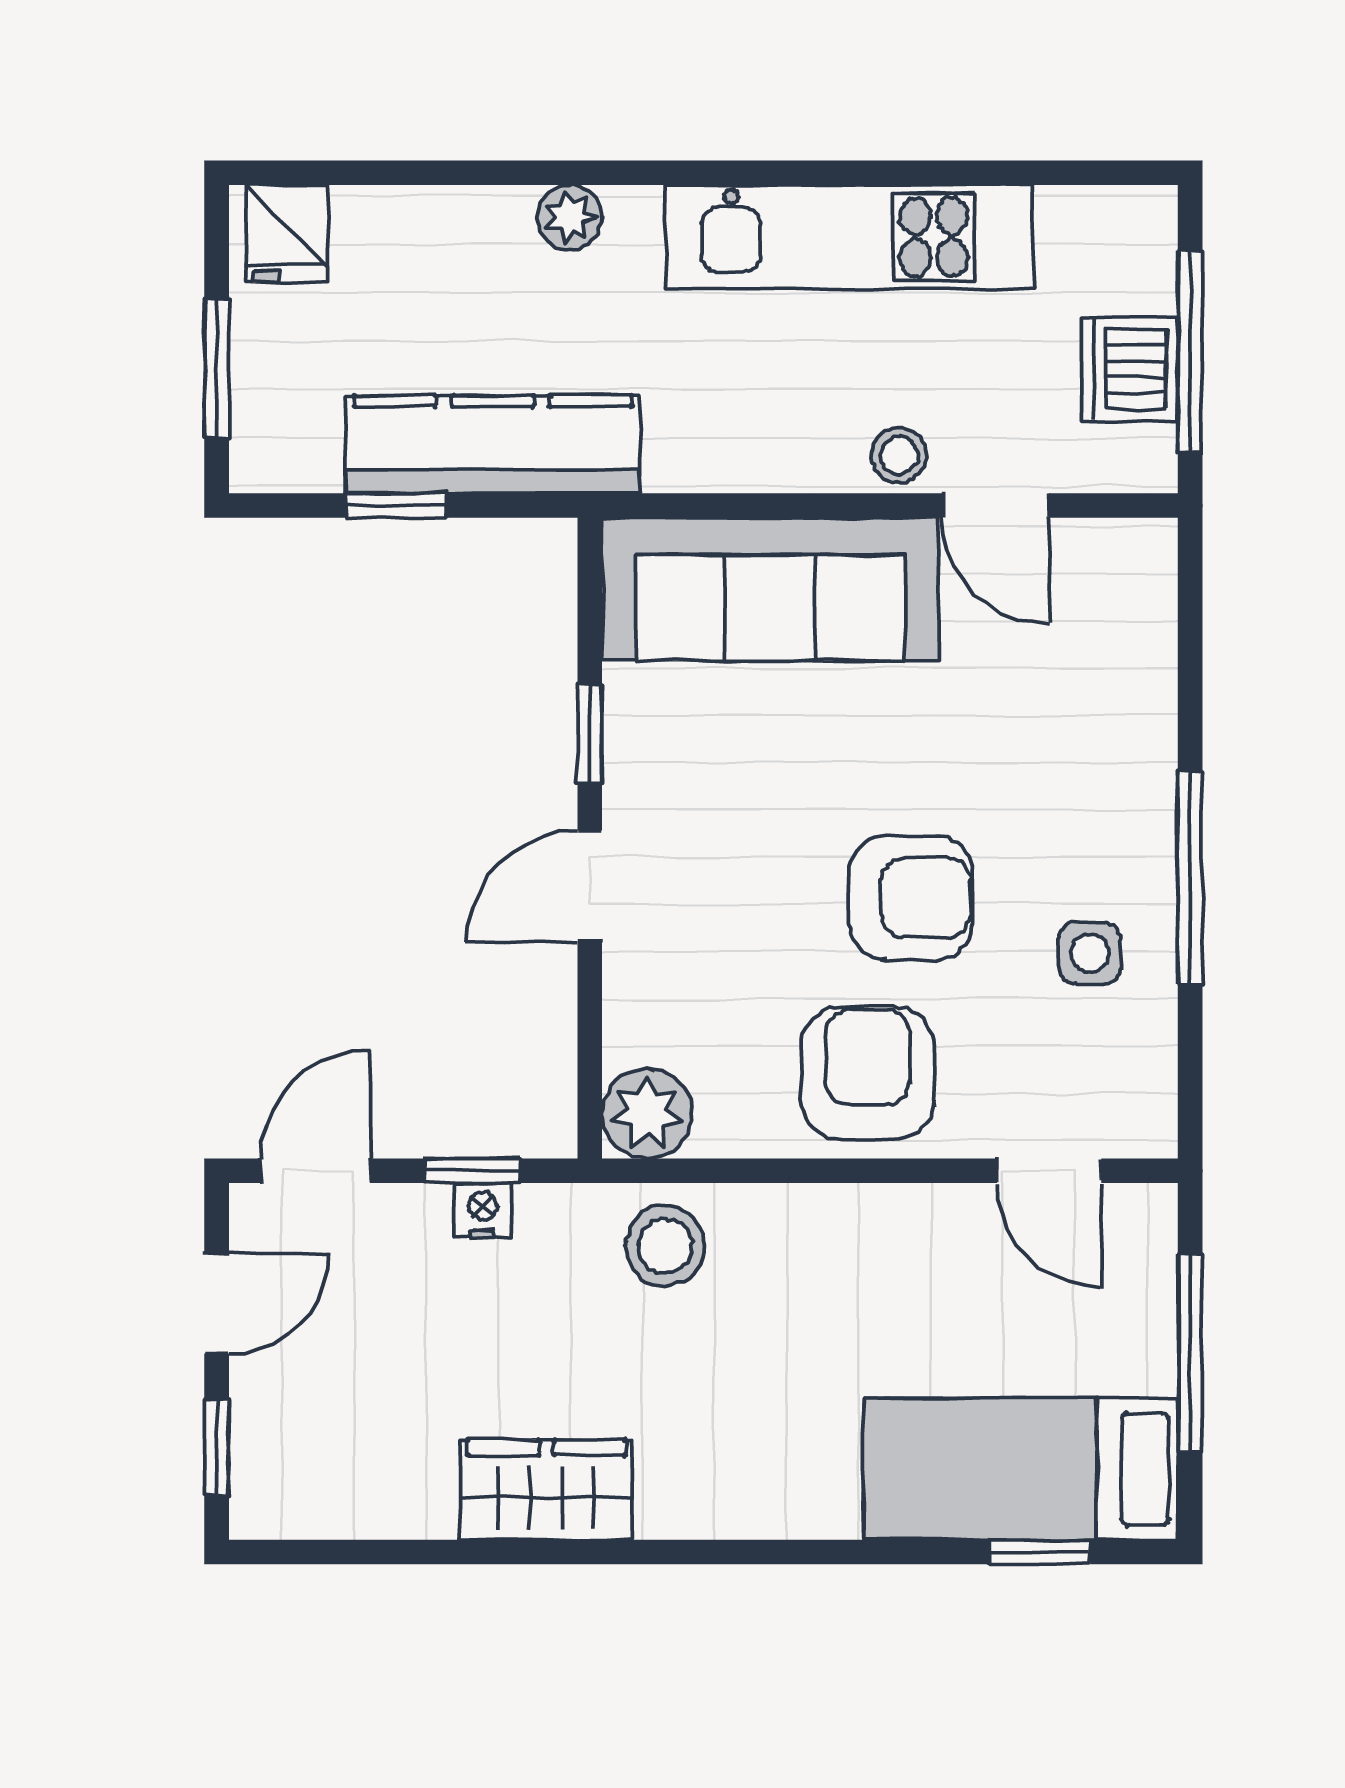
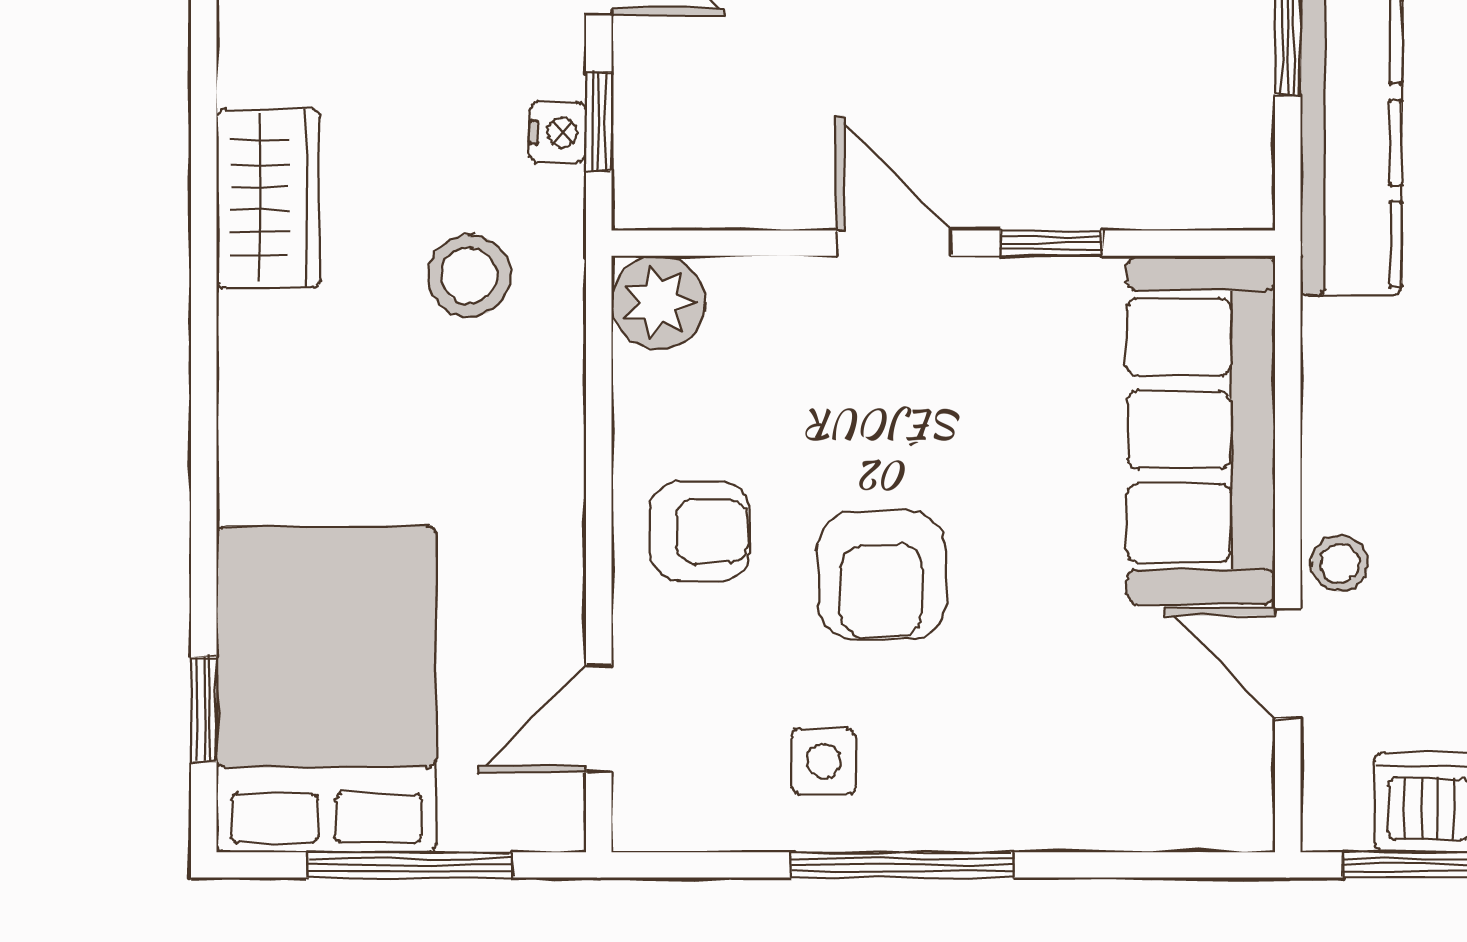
door: (995, 505) -> (1288, 663), hinge flipped
armchair: (868, 1073) -> (700, 531), width x0.72, depth x0.72
stool: (665, 1246) -> (469, 276), moved
bed: (1021, 1469) -> (326, 689), width x1.50

